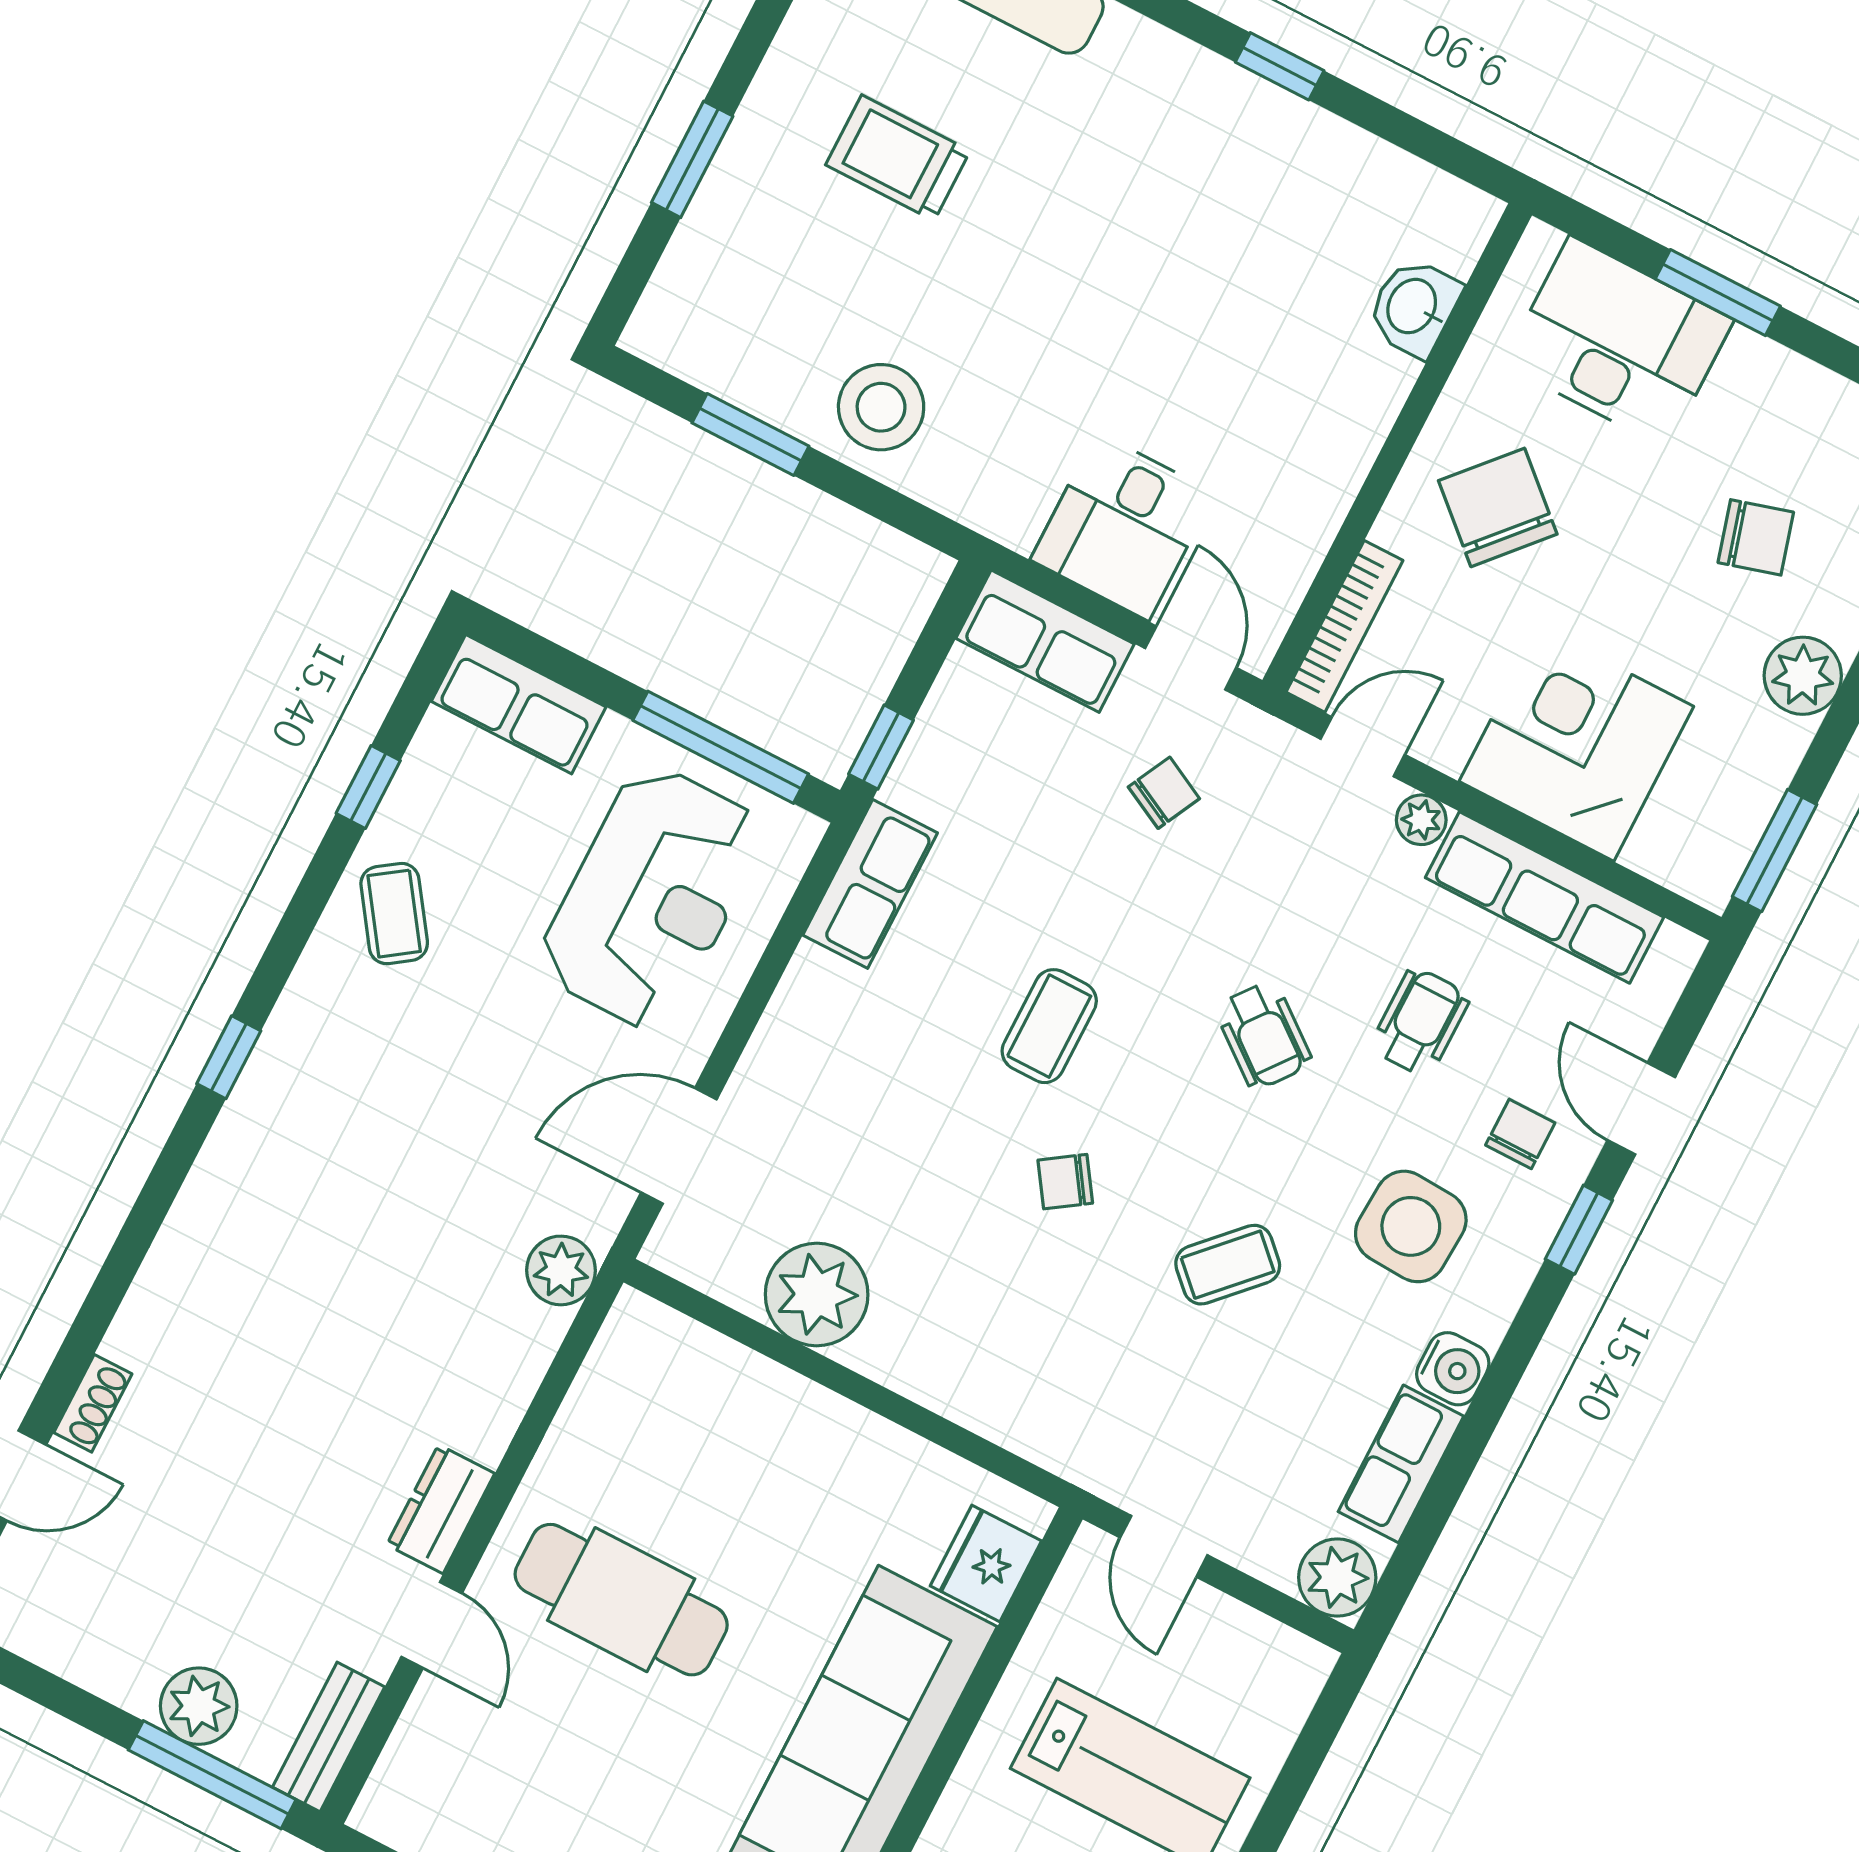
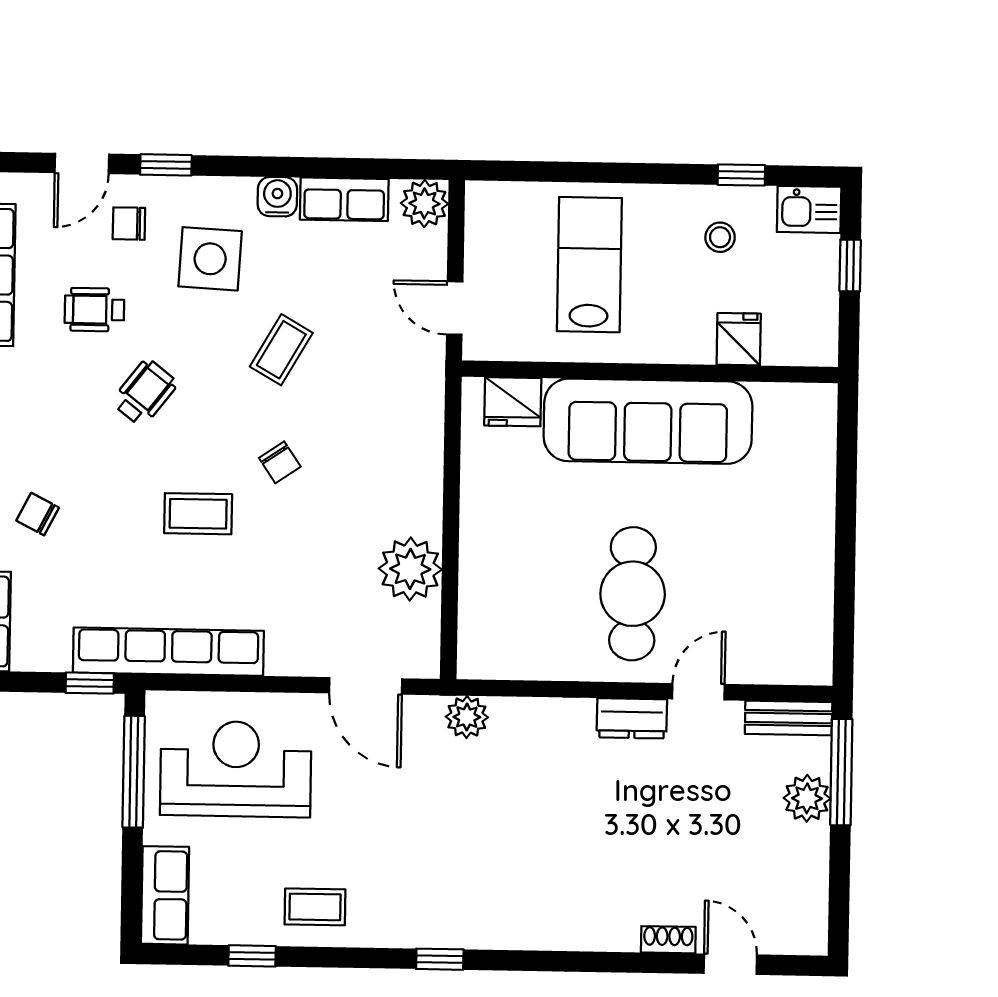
row of seats: (870, 884) -> (168, 652), width x2.02
coffee table: (394, 914) -> (315, 907), turned 35
coffee table: (1228, 1265) -> (281, 350), turned 76
door: (1164, 1546) -> (455, 308), swing flipped

